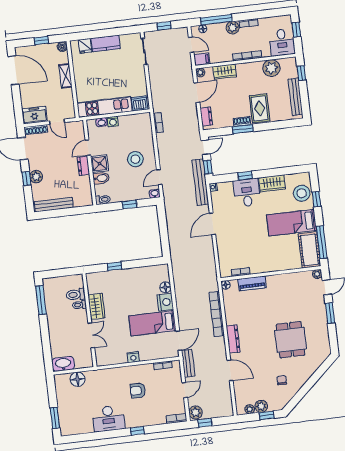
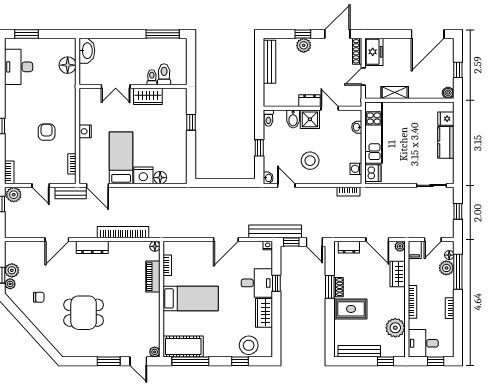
plant: (233, 28) -> (446, 268), moved
shelving: (65, 76) -> (395, 92), moved
washing machine: (113, 122) -> (356, 169), moved
bed: (292, 223) -> (191, 298), moved, turned 90
door: (212, 224) -> (226, 240), swing flipped
plant: (250, 409) -> (10, 284), moved
desk: (108, 418) -> (19, 67), moved

